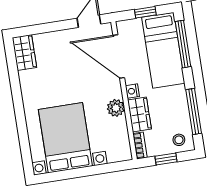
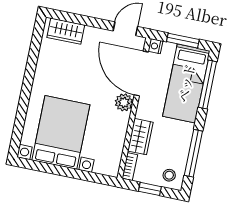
window: (145, 12) -> (183, 41), width x1.50
wardrobe: (24, 53) -> (66, 31), moved, turned 90
nightstand: (132, 91) -> (155, 46), moved
plant: (116, 108) -> (124, 102), moved

